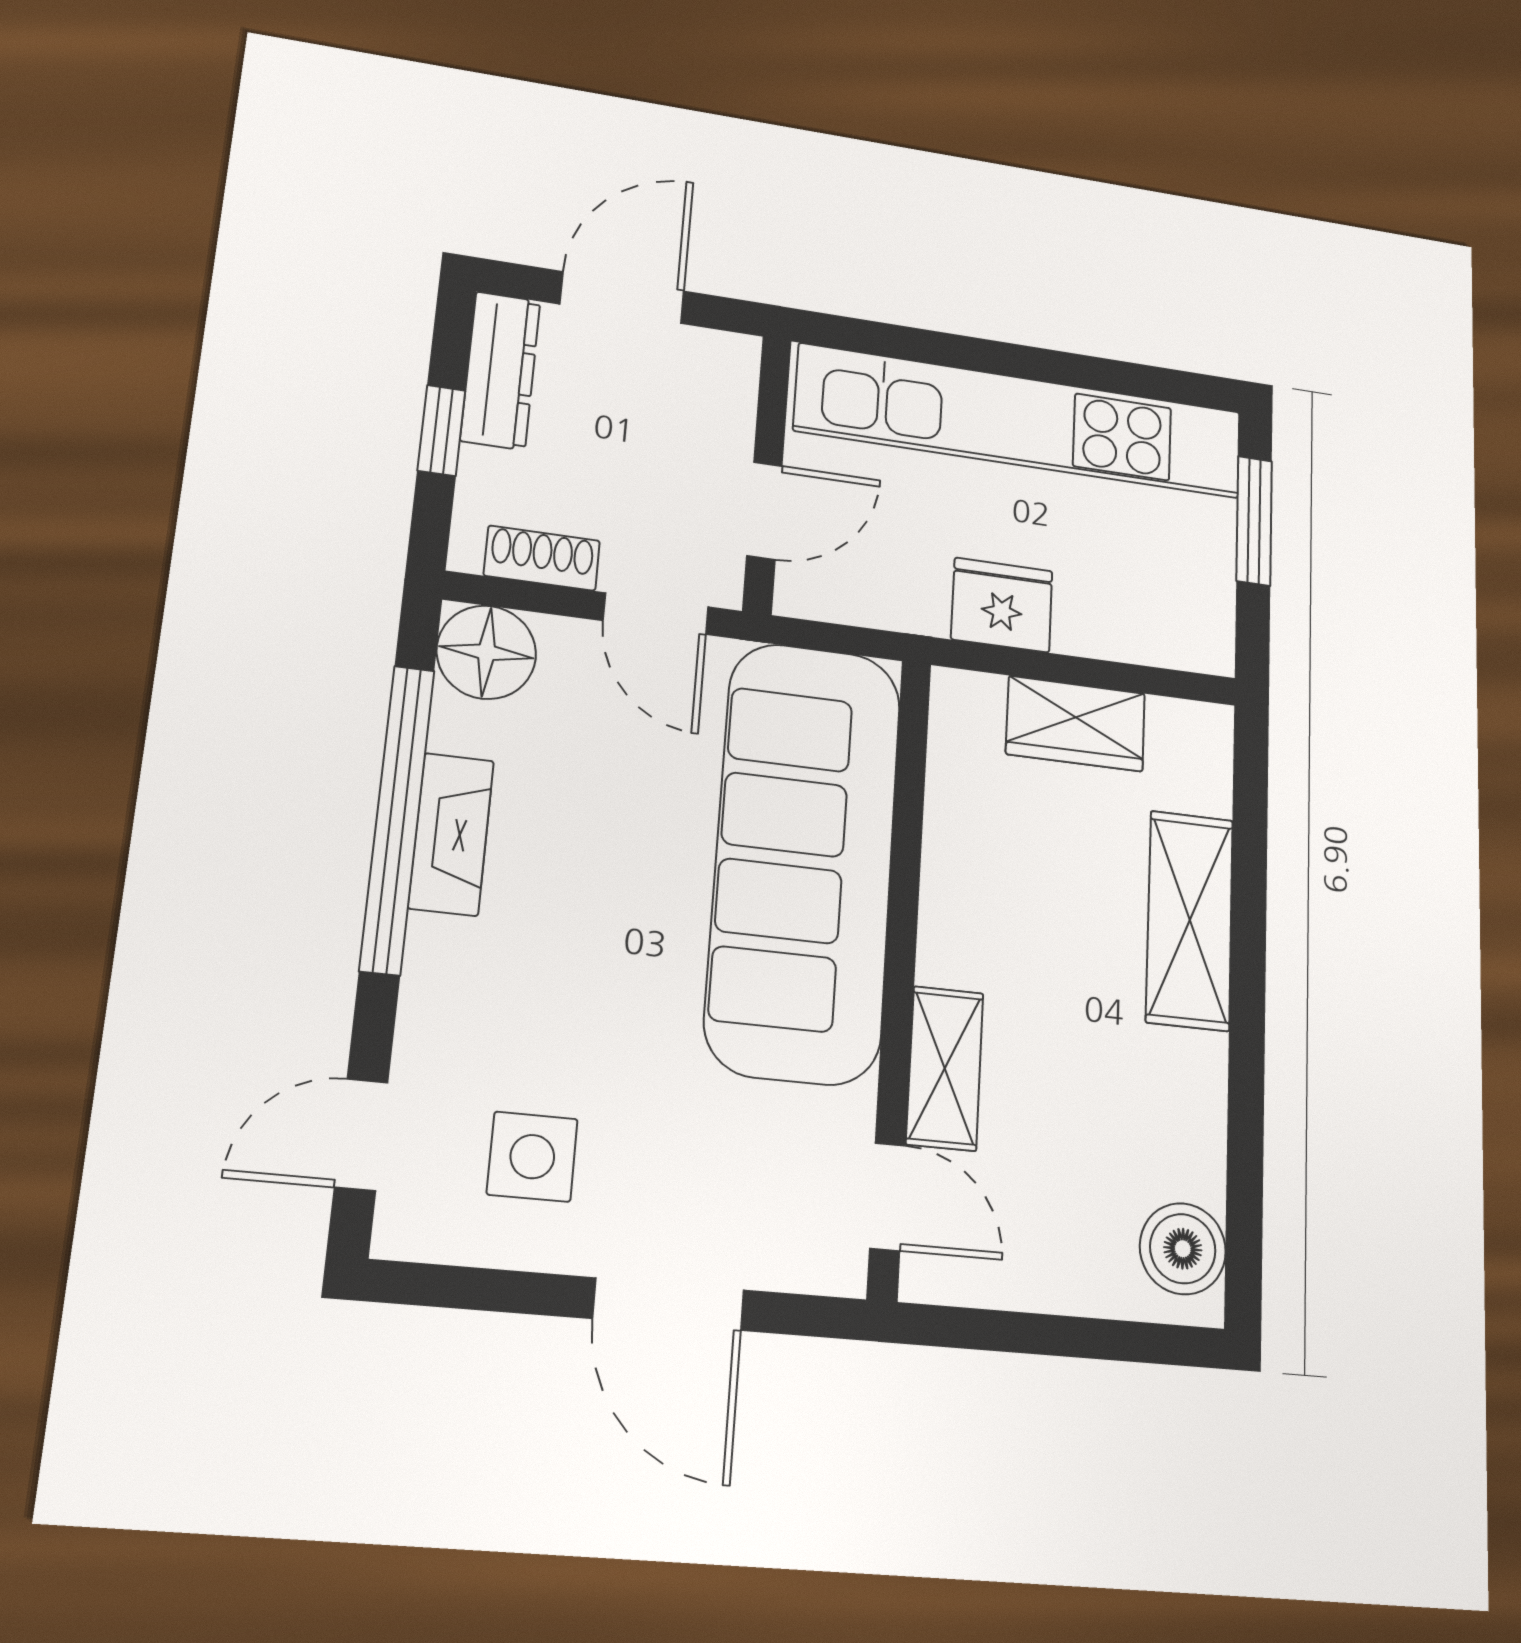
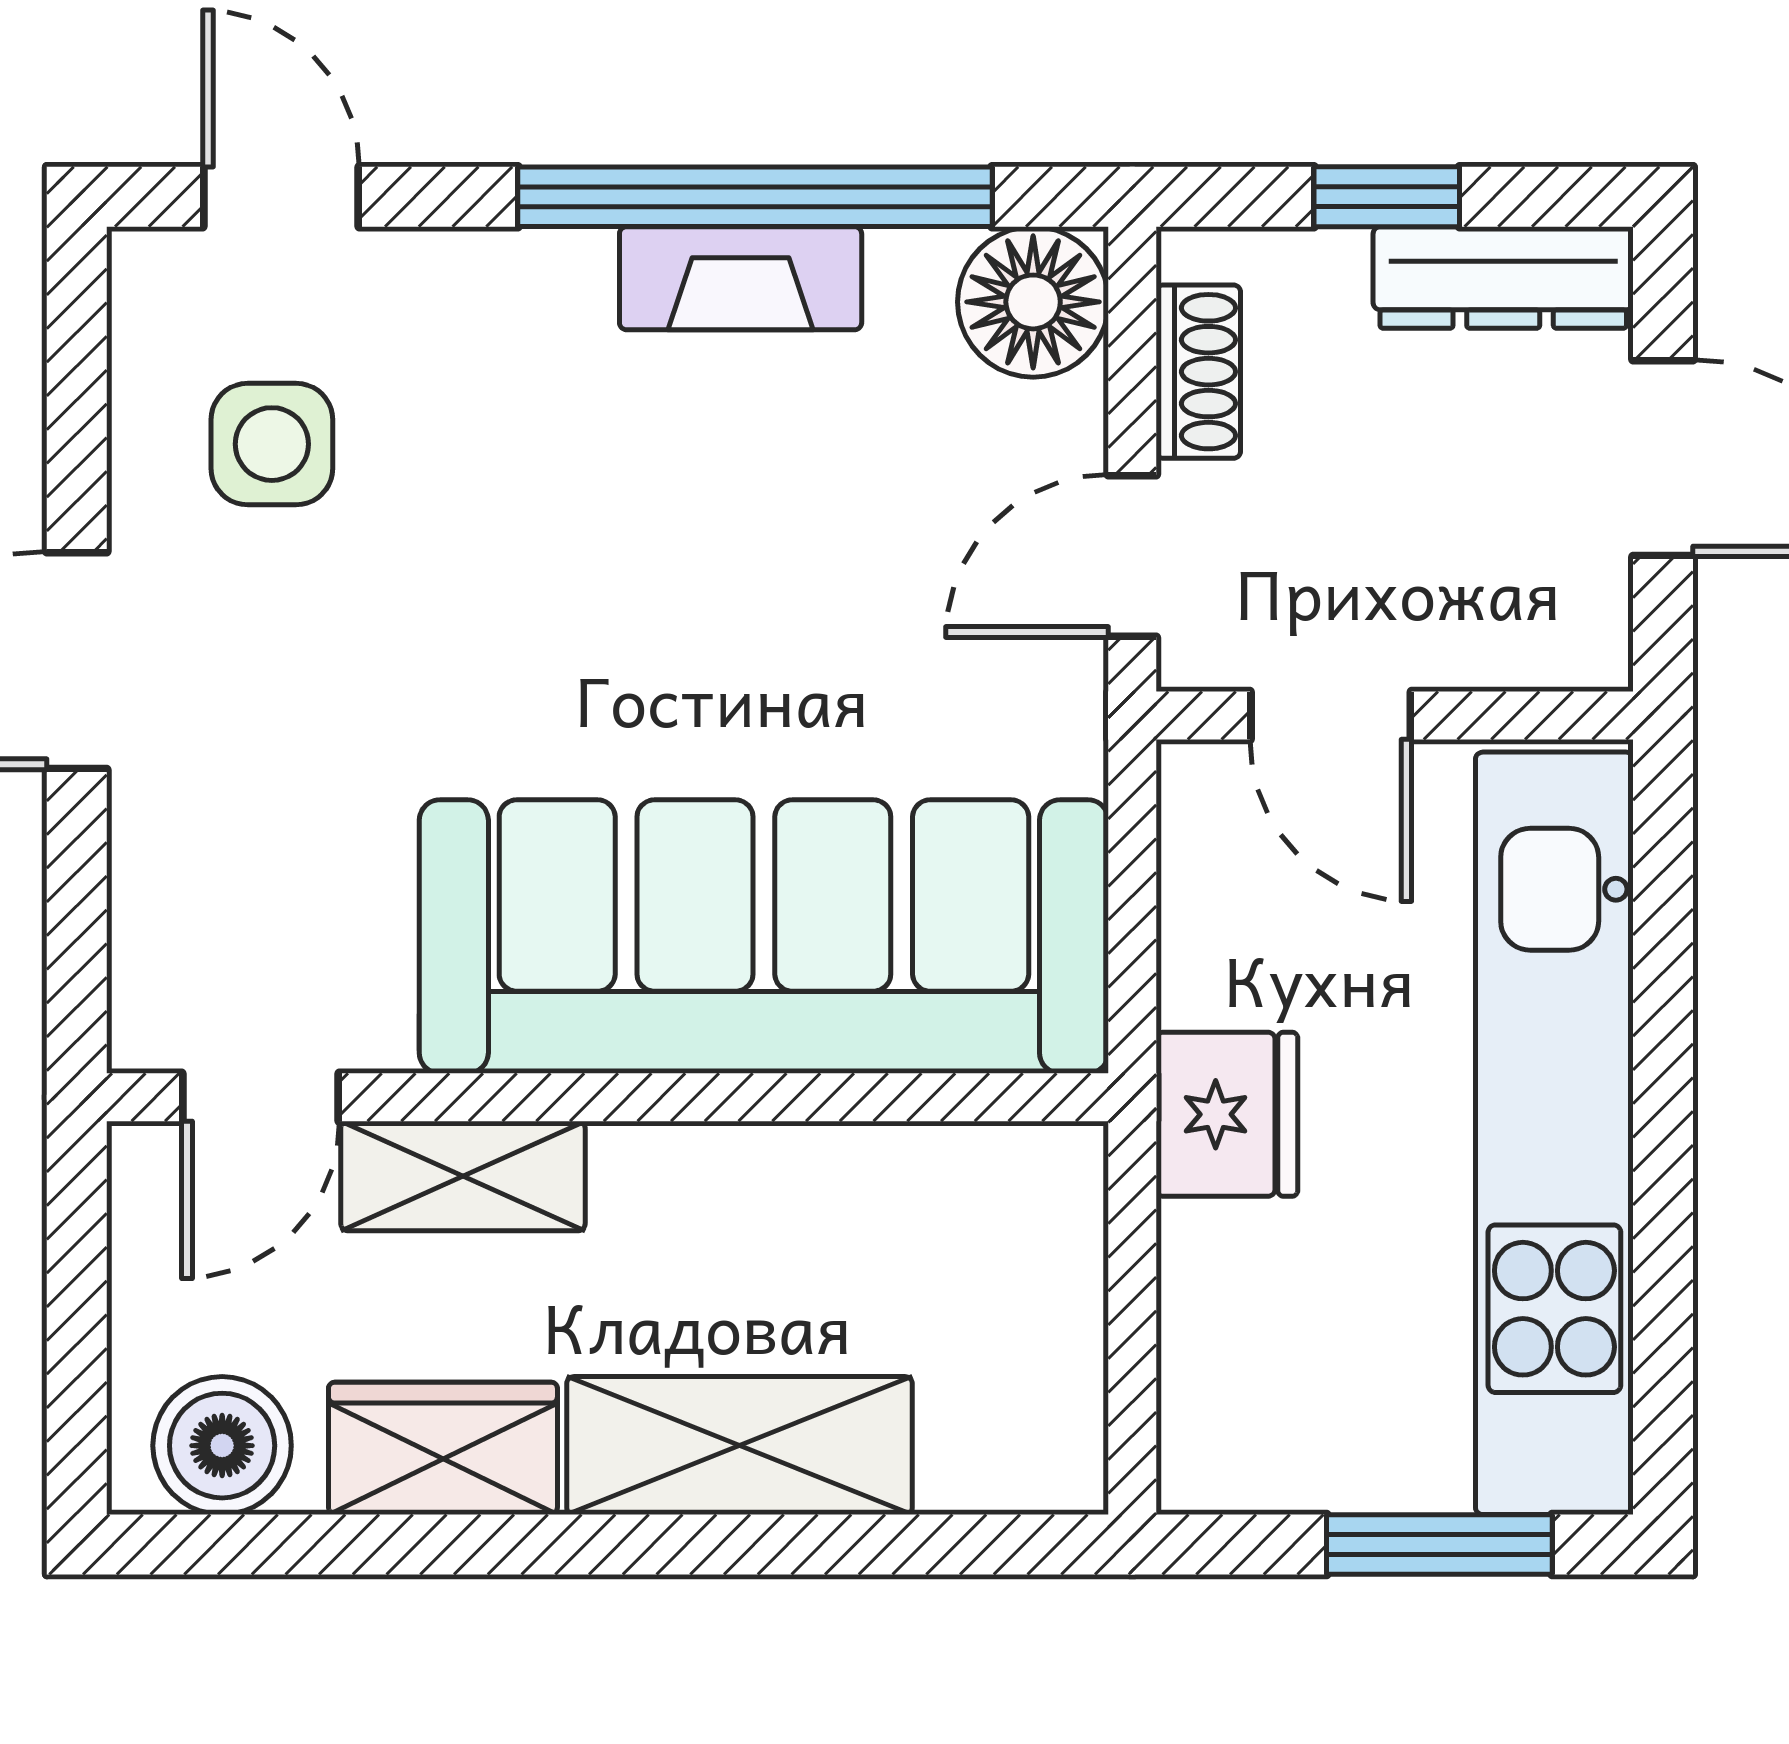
wardrobe: (1076, 724) -> (443, 1448), moved, turned 90
sofa: (804, 860) -> (764, 937), moved
wall: (900, 970) -> (608, 1097), moved
shelving: (945, 1068) -> (463, 1176), moved
door: (888, 1197) -> (260, 1097), moved

